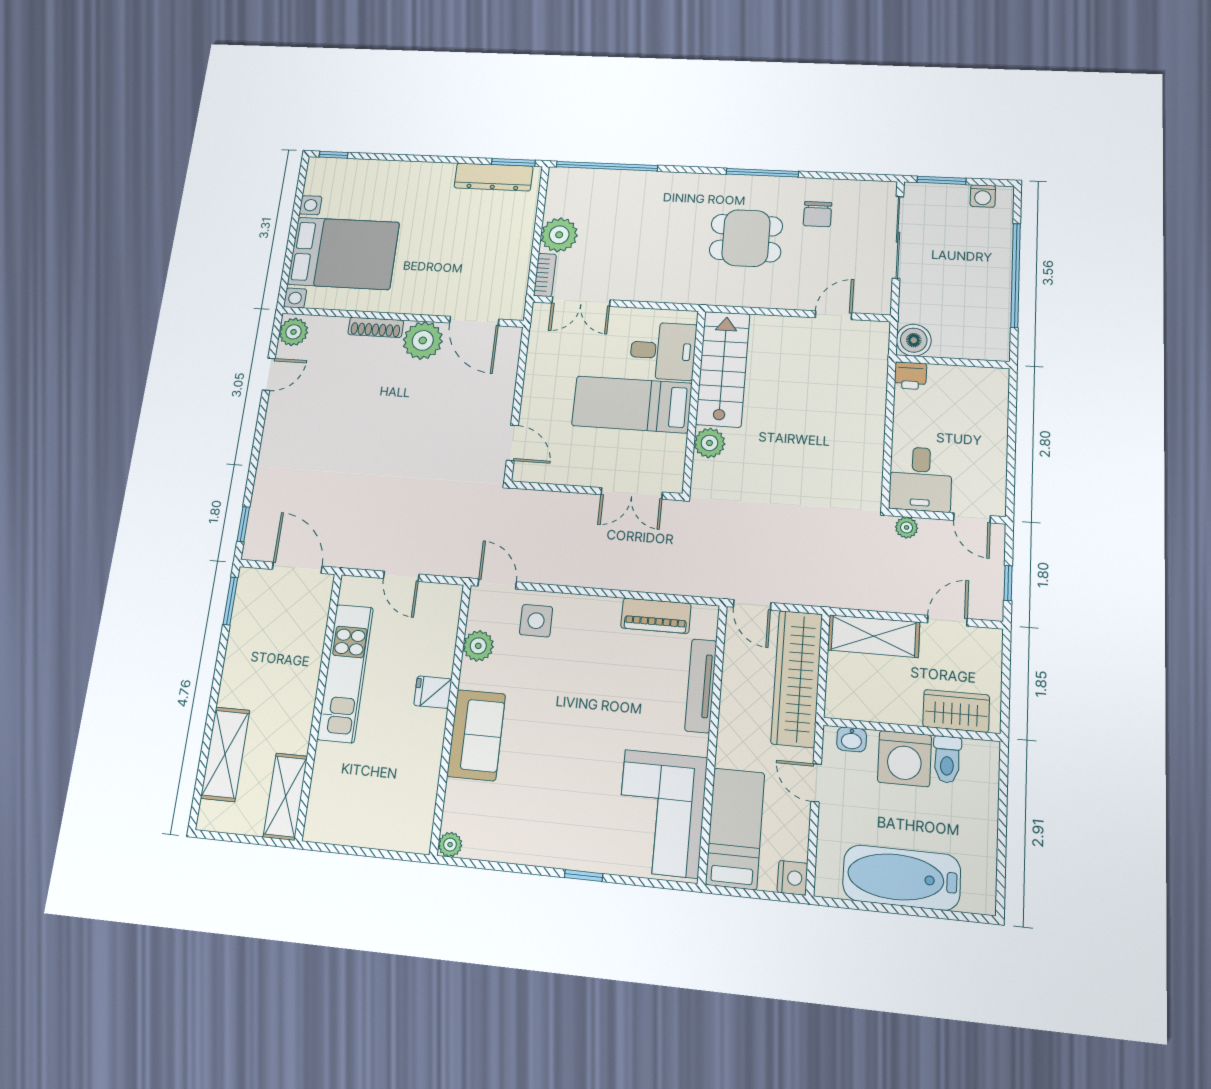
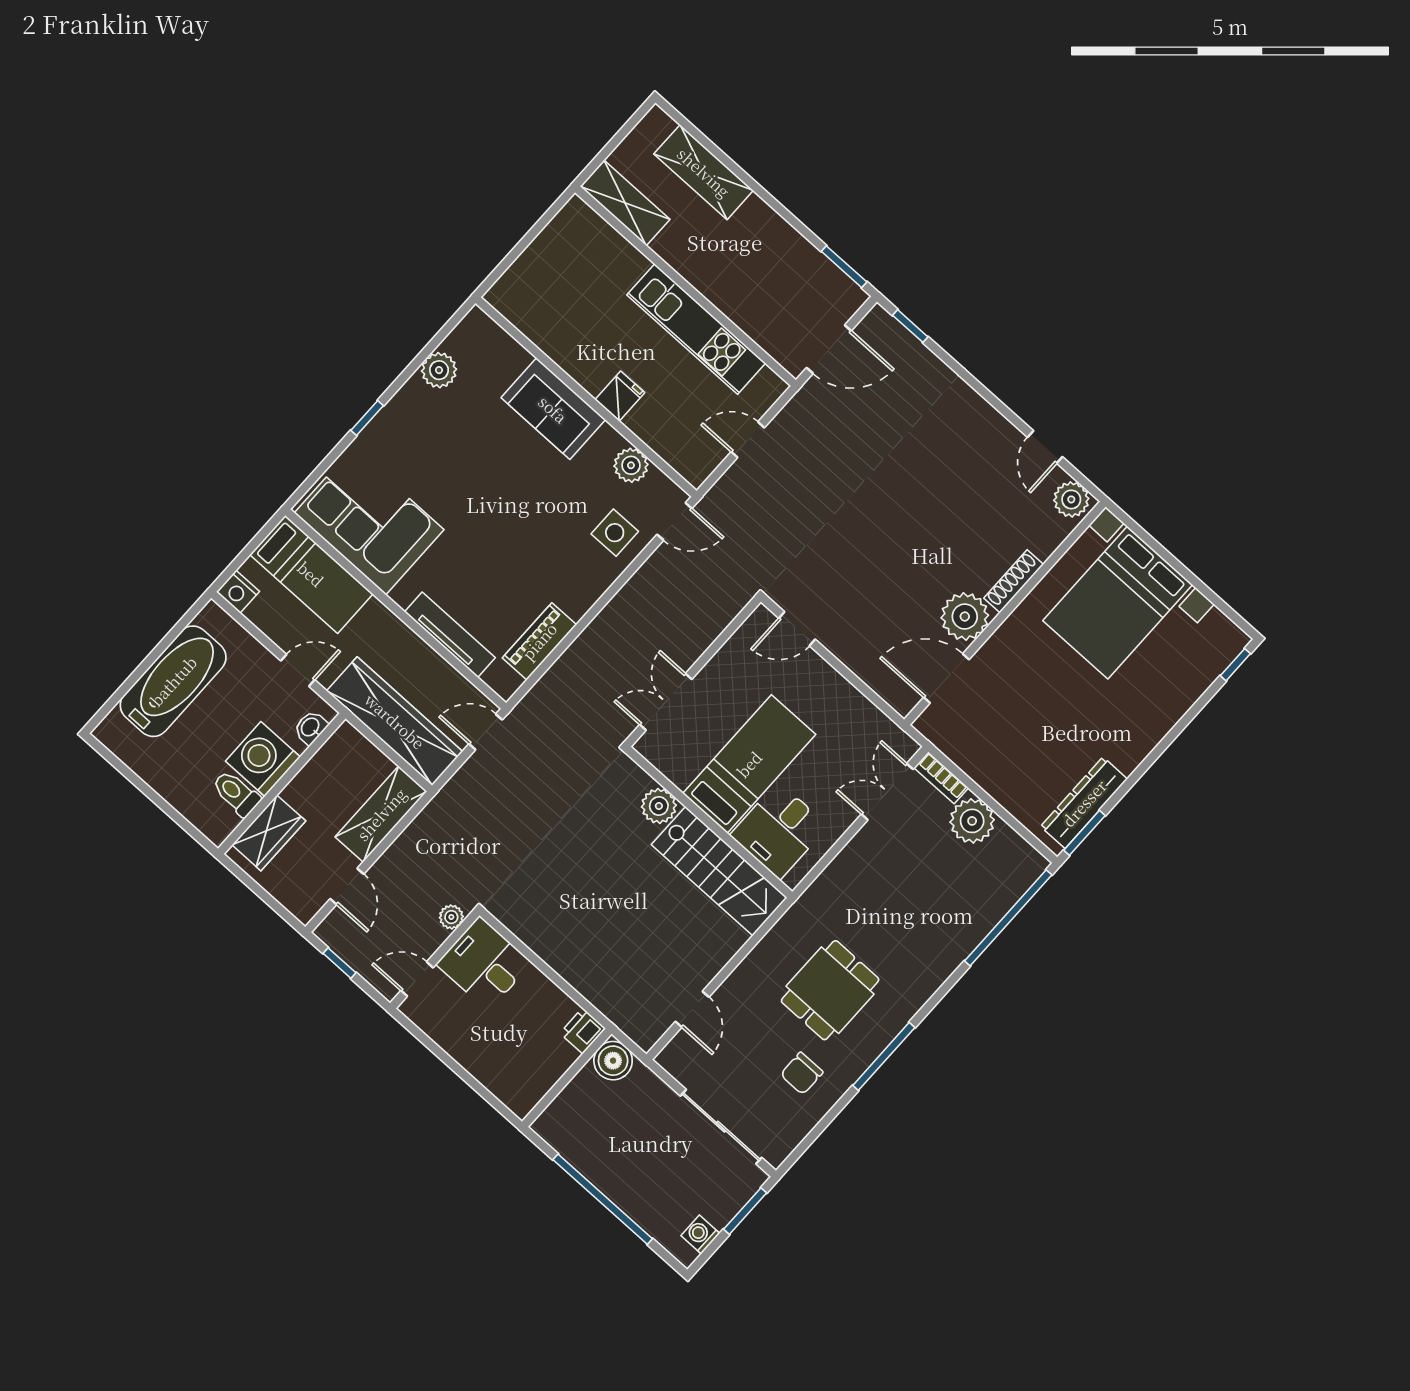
chair: (817, 214) -> (802, 1073), turned -90
plant: (450, 845) -> (439, 370), moved, width x1.38, depth x1.38

